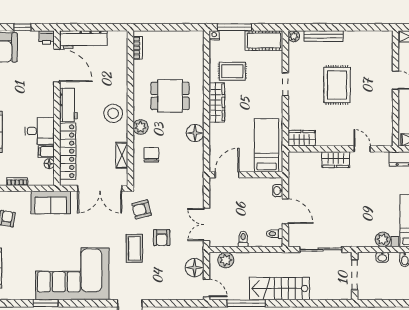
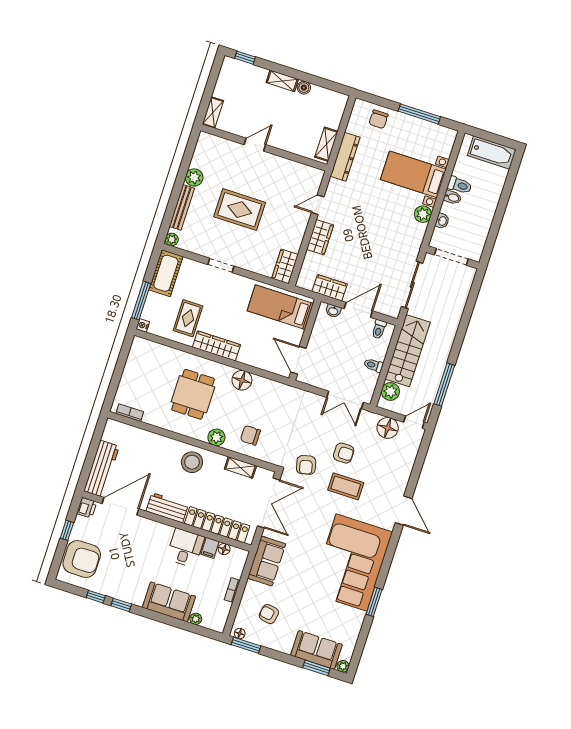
plant: (352, 38) -> (194, 177), added
wardrobe: (296, 181) -> (330, 288), added
stairs: (279, 289) -> (408, 351), moved, turned 180

